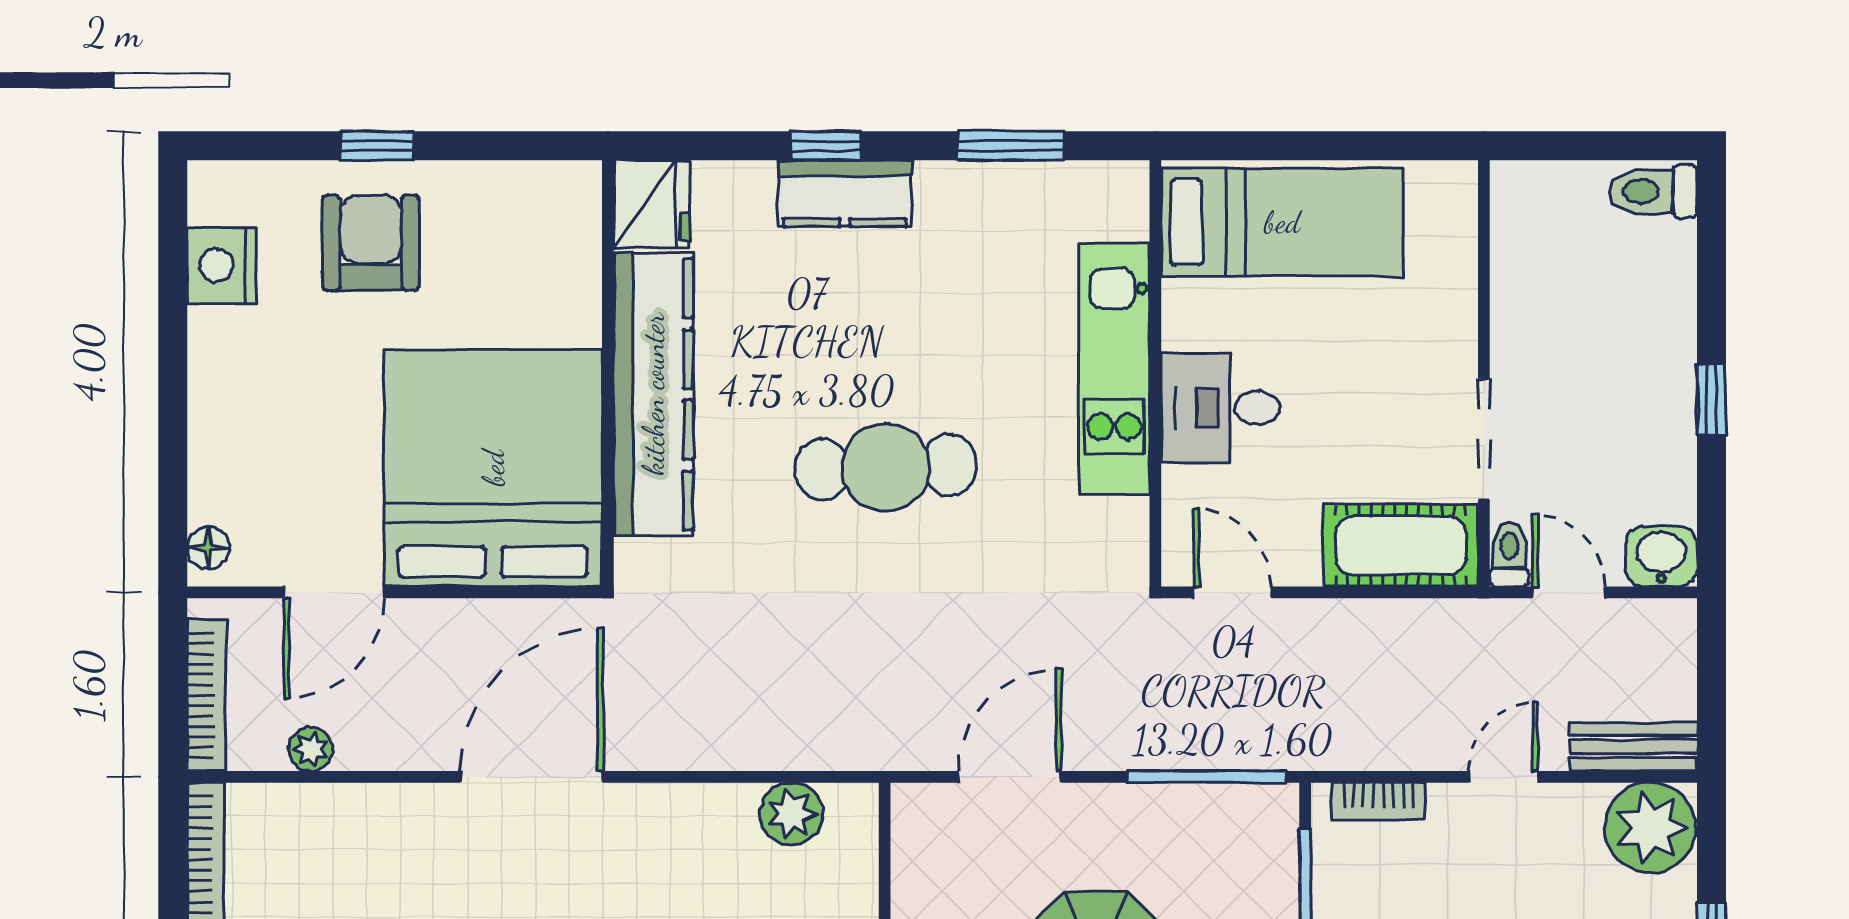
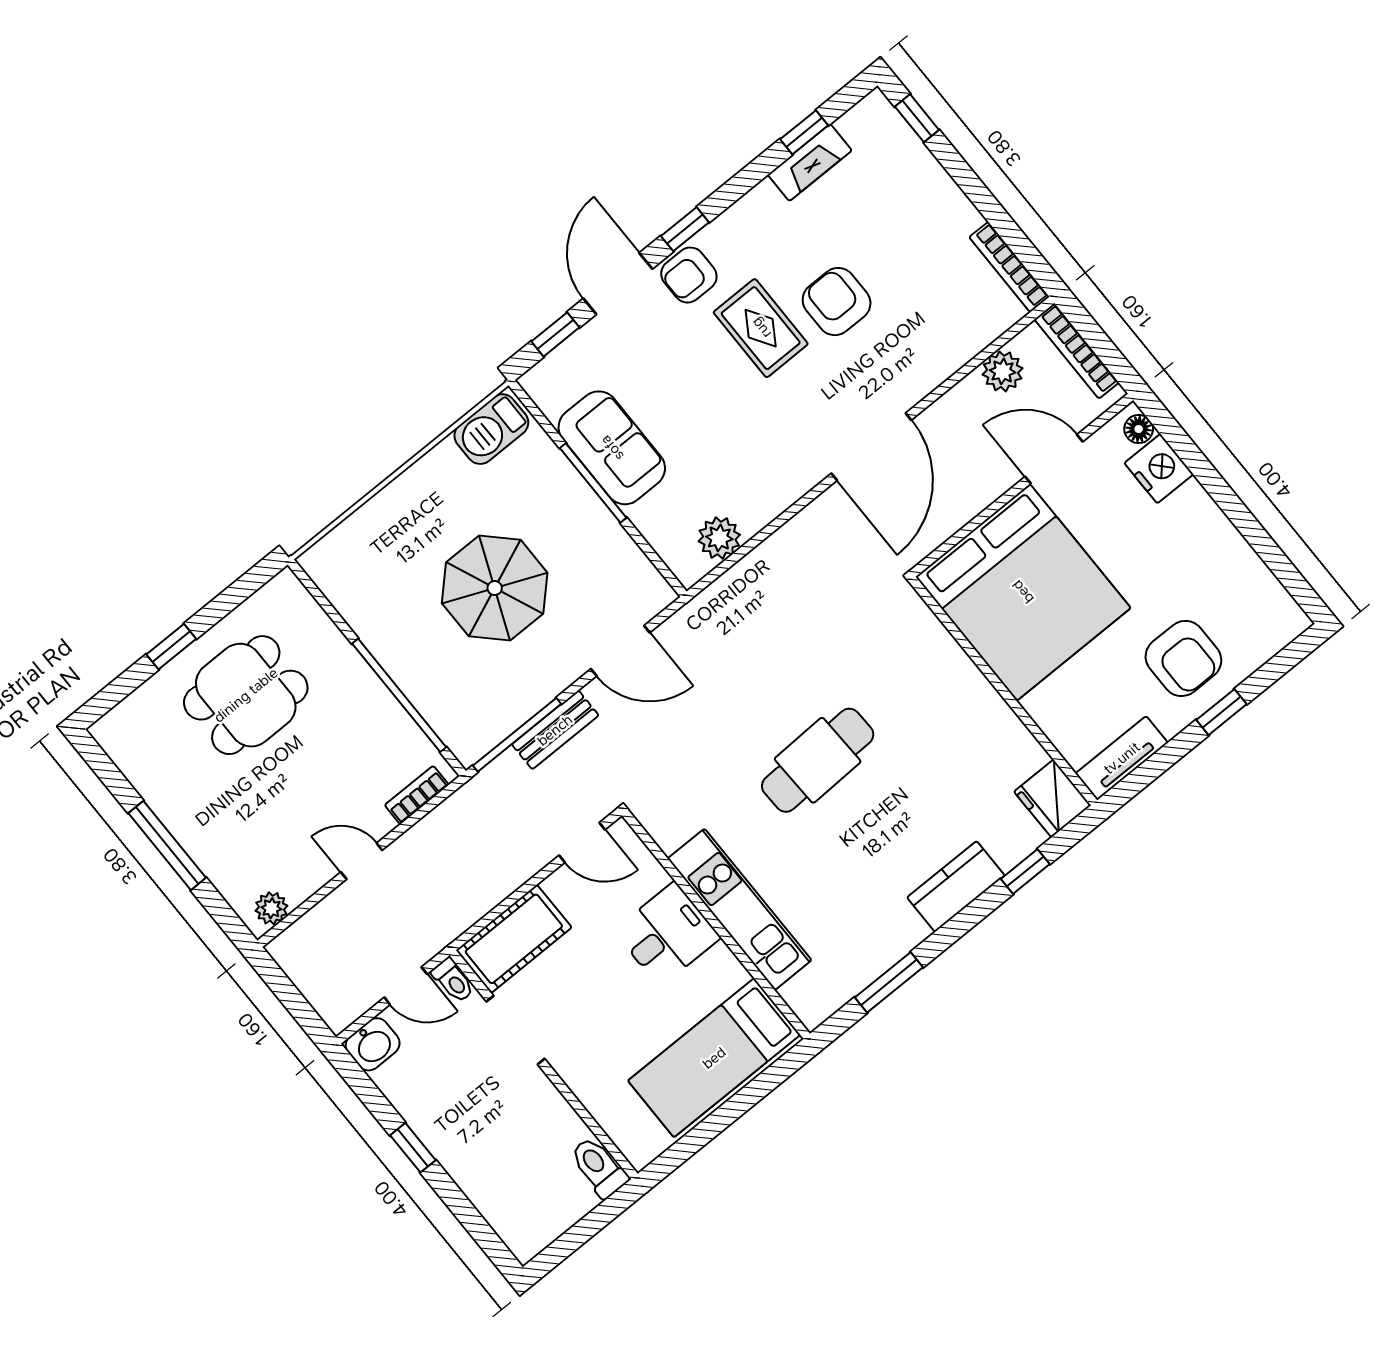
window: (826, 146) -> (1025, 872), moved
tv unit: (535, 186) -> (1122, 758), added
toilet: (1653, 191) -> (599, 1167), moved, turned -90
nightstand: (222, 265) -> (1159, 469), moved
kitchen counter: (653, 394) -> (971, 699), removed
door: (334, 592) -> (1054, 459), hinge flipped
bench: (1634, 747) -> (555, 730), moved
plant: (311, 749) -> (1003, 371), width x1.38, depth x1.38
door: (1010, 777) -> (620, 651), hinge flipped
door: (1503, 777) -> (362, 861), swing flipped
plant: (1650, 828) -> (271, 908), width x0.53, depth x0.53

